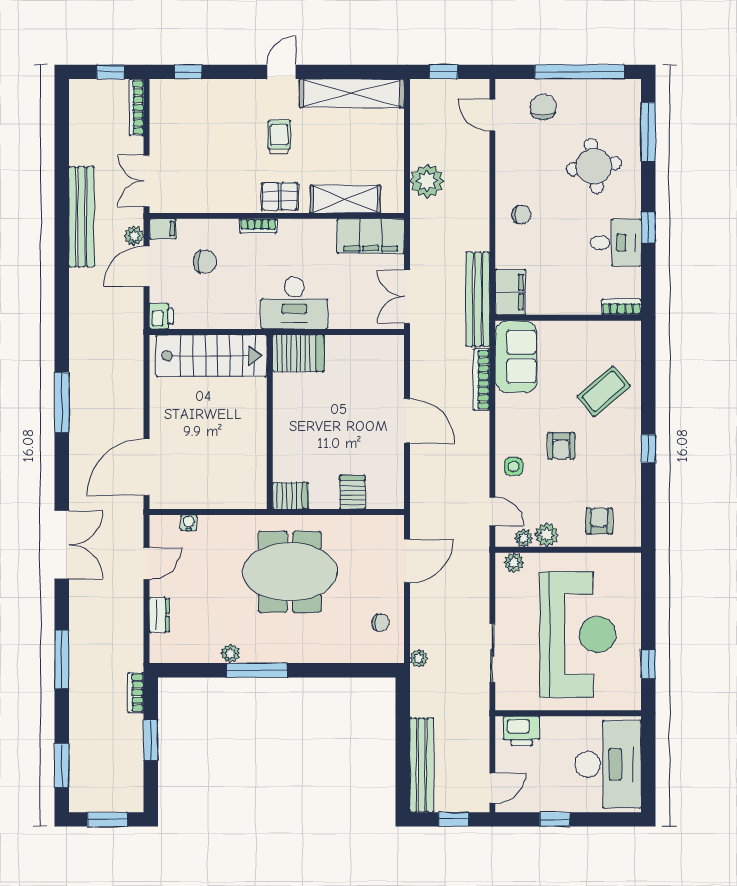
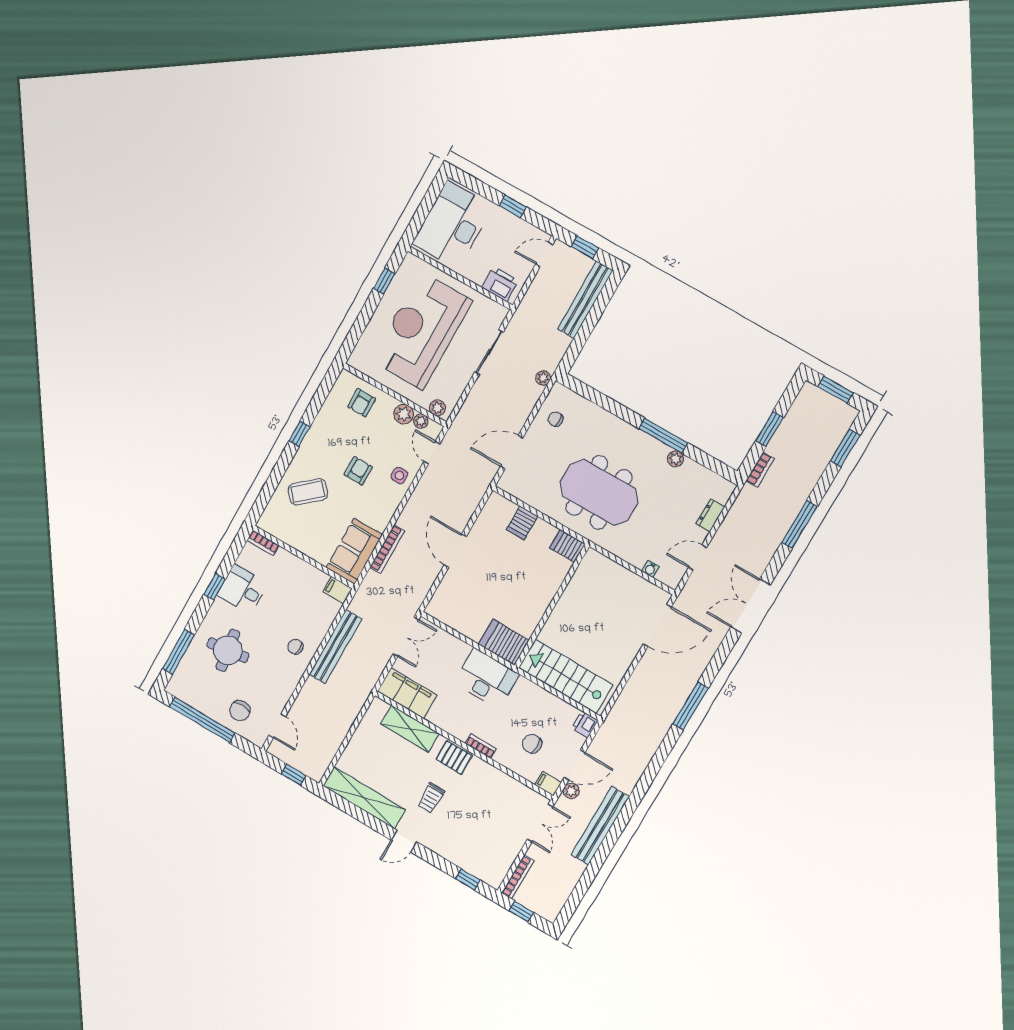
plant: (427, 181) -> (347, 708), removed
filing cabinet: (510, 292) -> (338, 590), width x0.50
bench: (478, 299) -> (335, 647), moved

